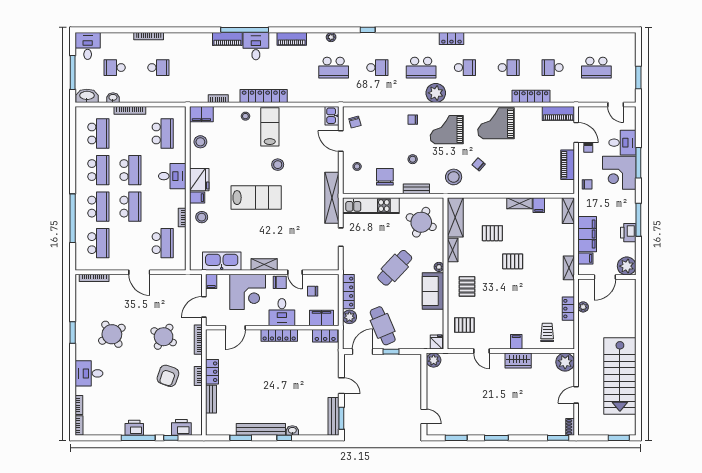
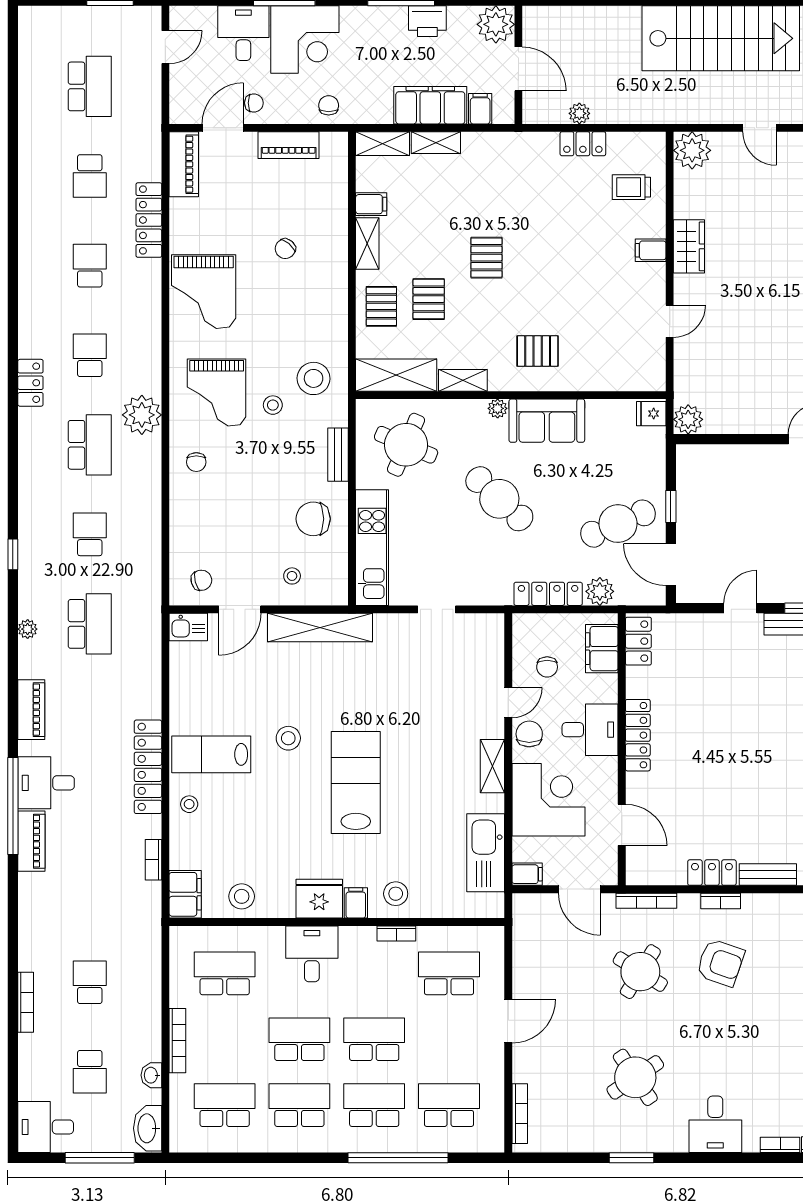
stool: (413, 159) -> (273, 405), moved
chair: (479, 164) -> (285, 249), moved
shelving: (332, 198) -> (320, 627), moved
shelving: (569, 268) -> (436, 143), moved
pallet: (464, 325) -> (381, 306), moved

